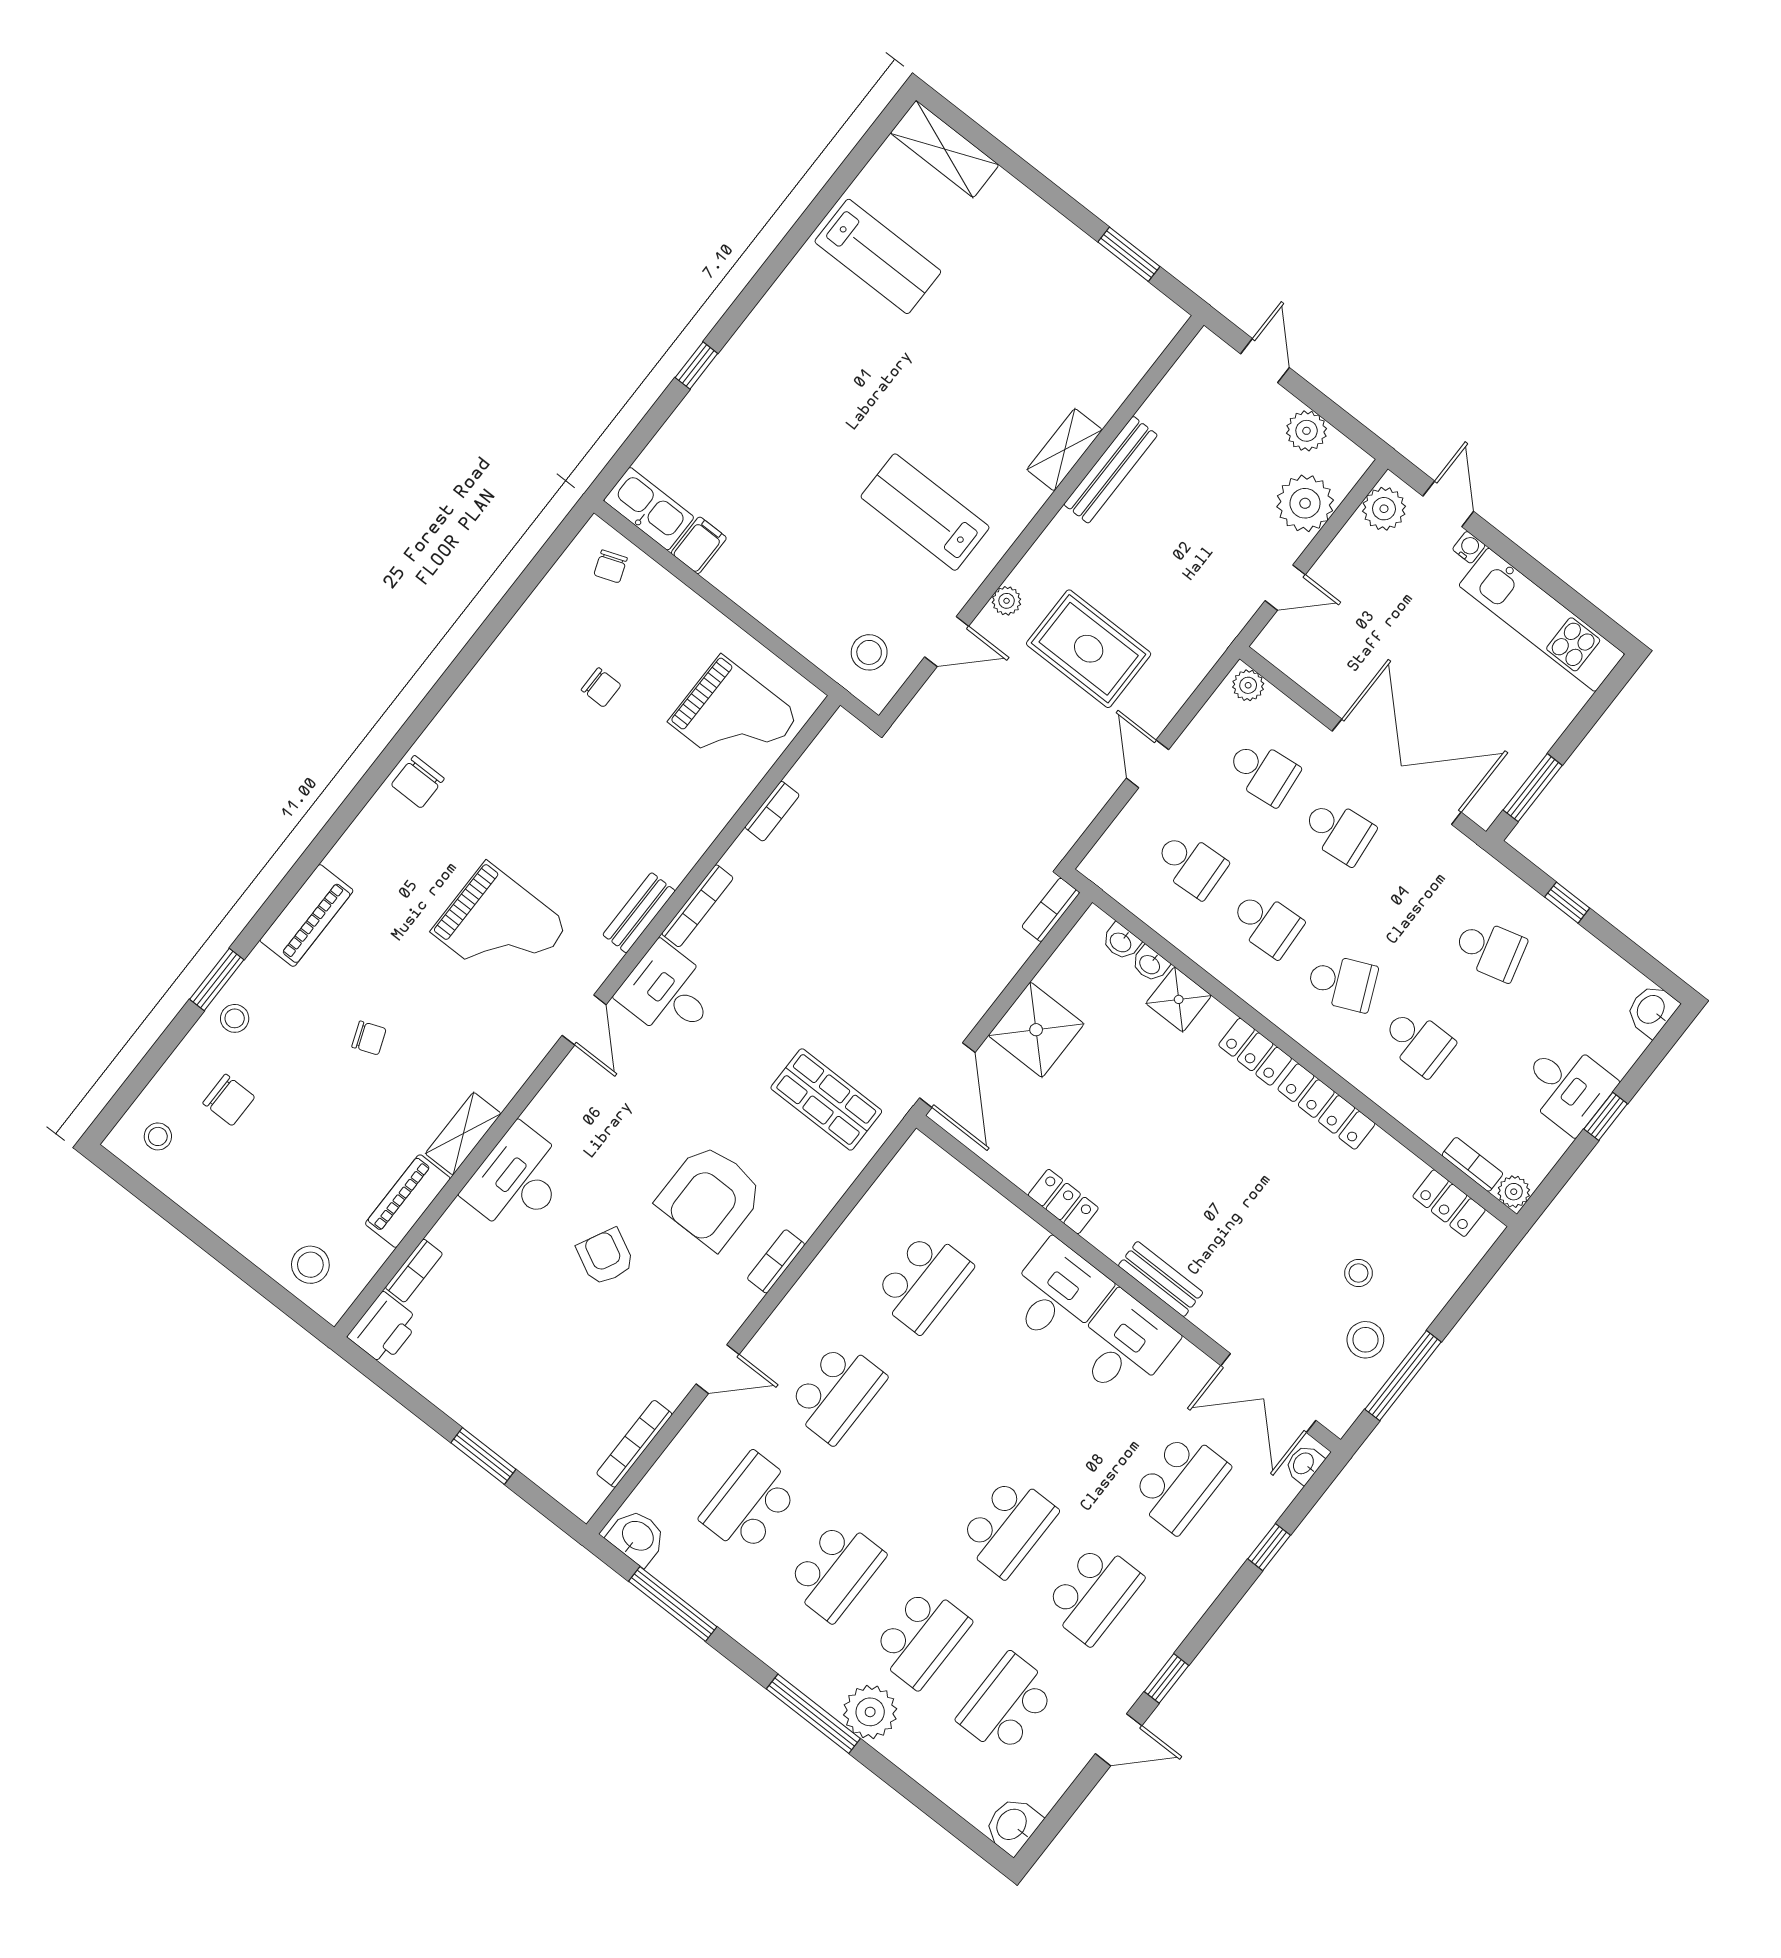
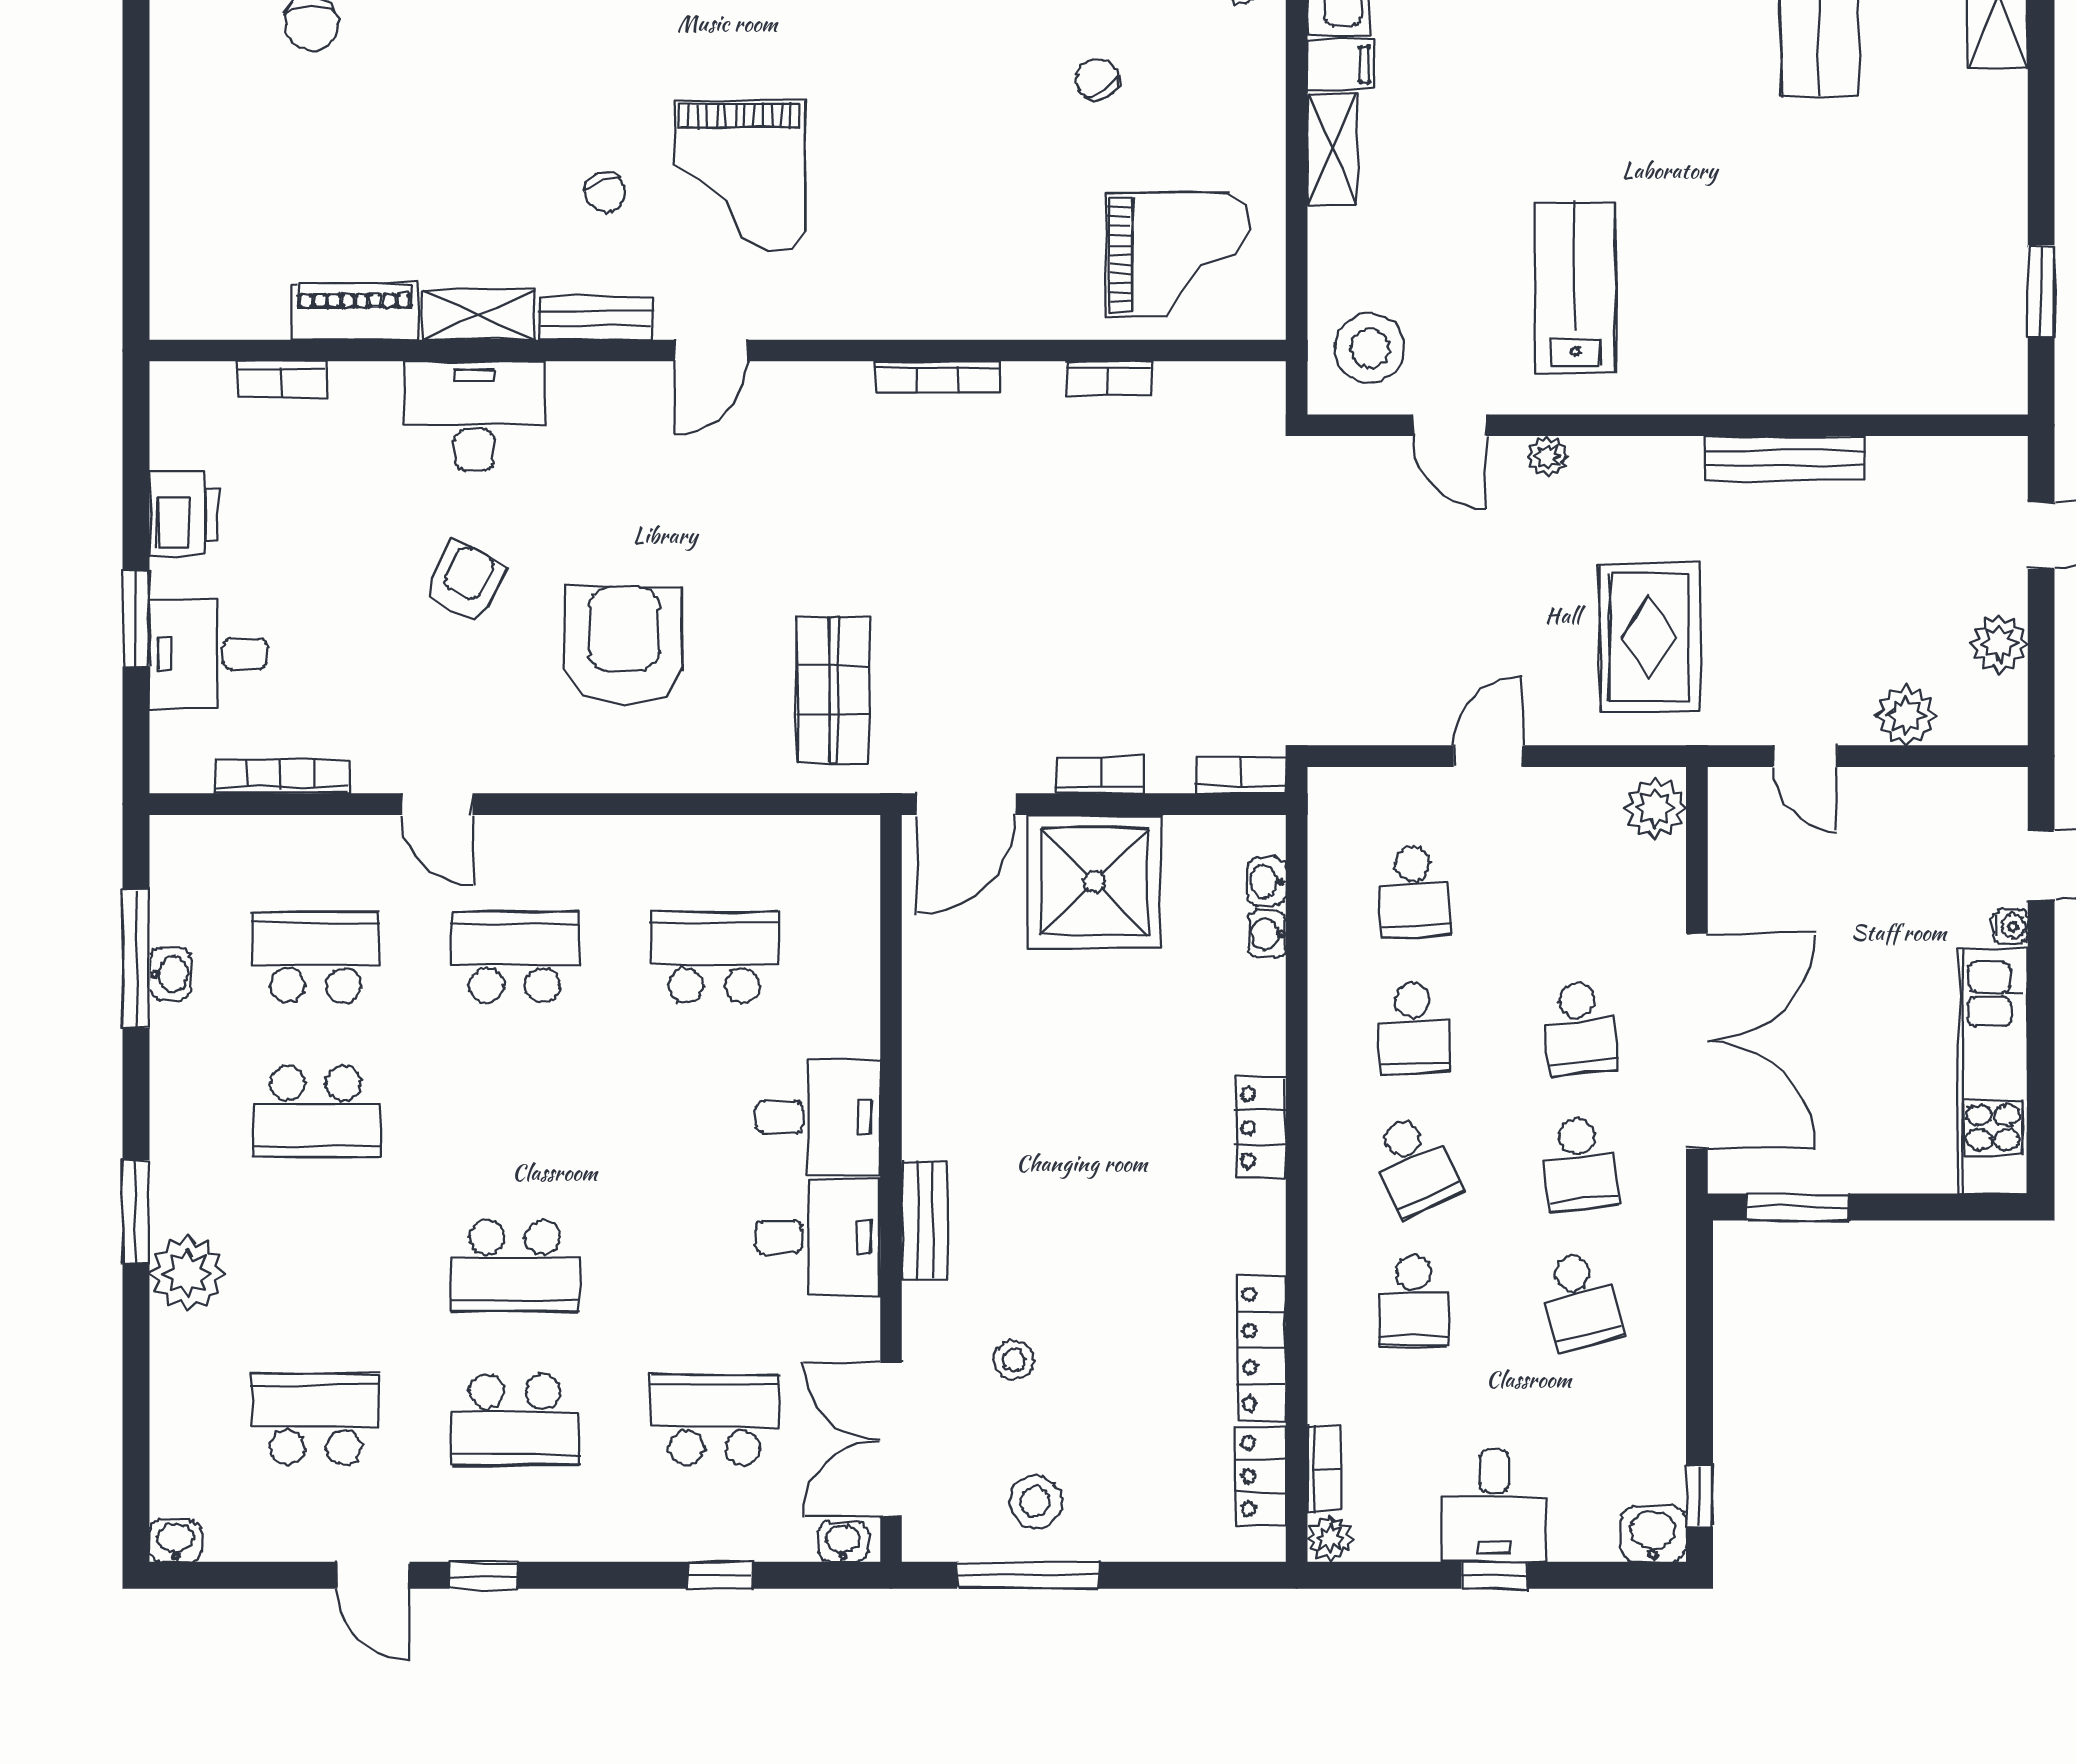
shelving: (1065, 450) -> (1332, 150), moved, turned 90
plant: (1305, 503) -> (1906, 716), width x0.73, depth x0.73
plant: (1384, 509) -> (1980, 798), removed
rug: (1089, 649) -> (1649, 638), moved
stool: (869, 652) -> (1370, 348), width x1.38, depth x1.38
plant: (1248, 685) -> (1655, 808), width x1.38, depth x1.38
chair: (601, 687) -> (1097, 79), turned 147
grand piano: (734, 718) -> (1178, 255), turned -90
school desk: (1263, 772) -> (1580, 1164), moved
window: (1567, 903) -> (1700, 1496), moved
bench: (639, 913) -> (595, 318), moved
desk: (668, 992) -> (208, 654), moved, turned -90
shower: (1179, 999) -> (1252, 996), removed
shower: (1036, 1030) -> (1094, 882), width x1.37, depth x1.37
chair: (369, 1038) -> (605, 192), moved
locker: (1326, 1106) -> (1262, 1349), moved
armchair: (710, 1196) -> (624, 645), turned 90
locker: (1063, 1202) -> (926, 1044), removed
bookcase: (776, 1261) -> (1100, 775), moved
stool: (310, 1265) -> (199, 258), removed
stool: (1359, 1273) -> (1014, 1360), moved
school desk: (923, 1282) -> (714, 957), turned 180
printer: (384, 1329) -> (184, 515), moved, turned -90
school desk: (836, 1393) -> (515, 957), turned 180
school desk: (1180, 1482) -> (714, 1420), turned 180
washbasin: (637, 1537) -> (170, 974), moved, width x0.72, depth x0.69
school desk: (921, 1637) -> (315, 1265), removed
window: (813, 1714) -> (136, 1212), width x0.69
washbasin: (1013, 1825) -> (175, 1541), width x0.72, depth x0.69

